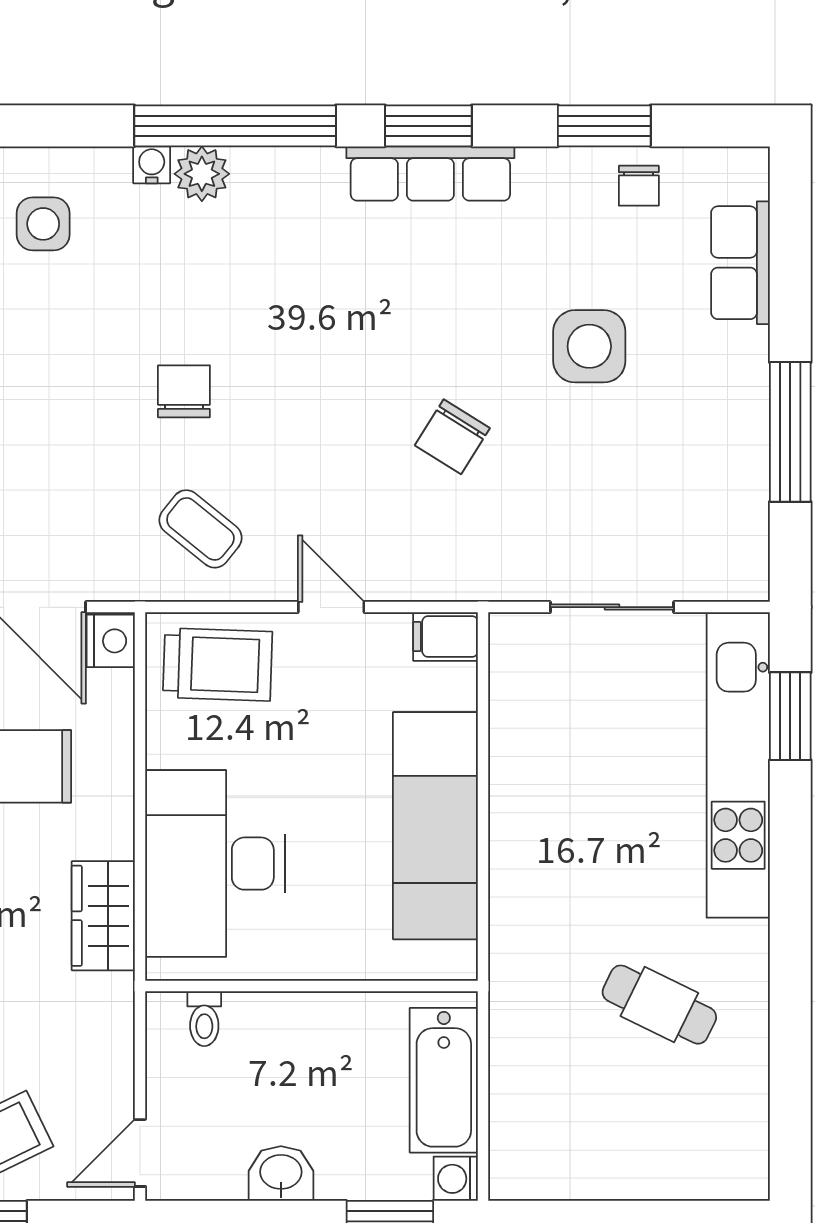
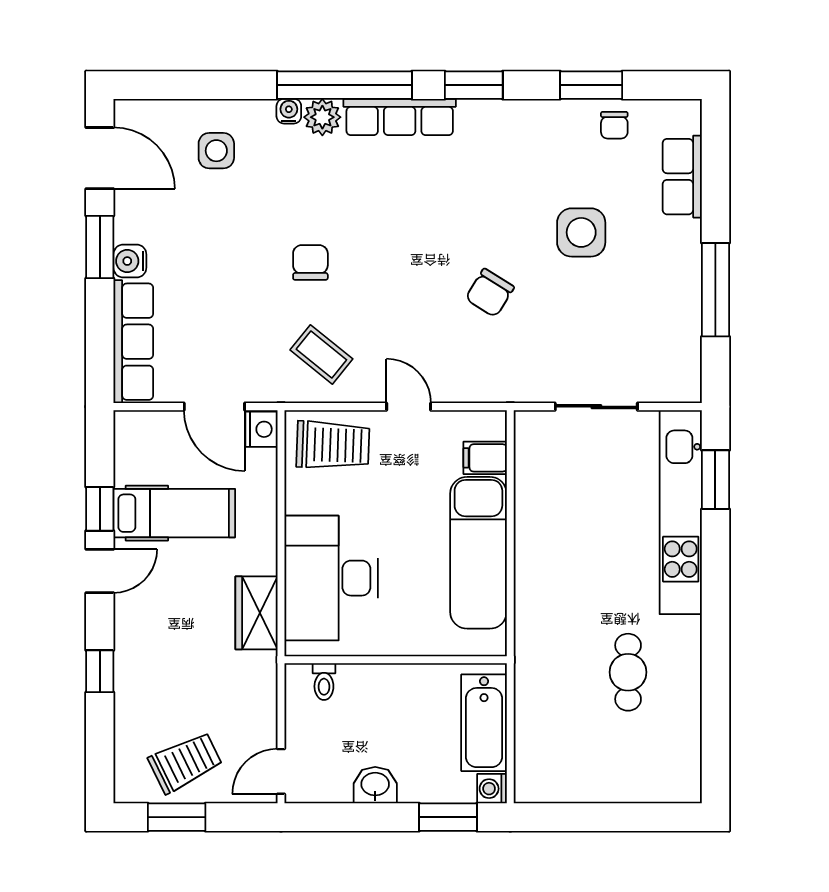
row of seats: (430, 173) -> (400, 117), moved
filing cabinet: (445, 637) -> (485, 458), moved
cafe table: (659, 1005) -> (628, 672), turned 64

